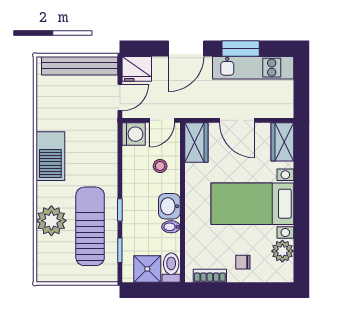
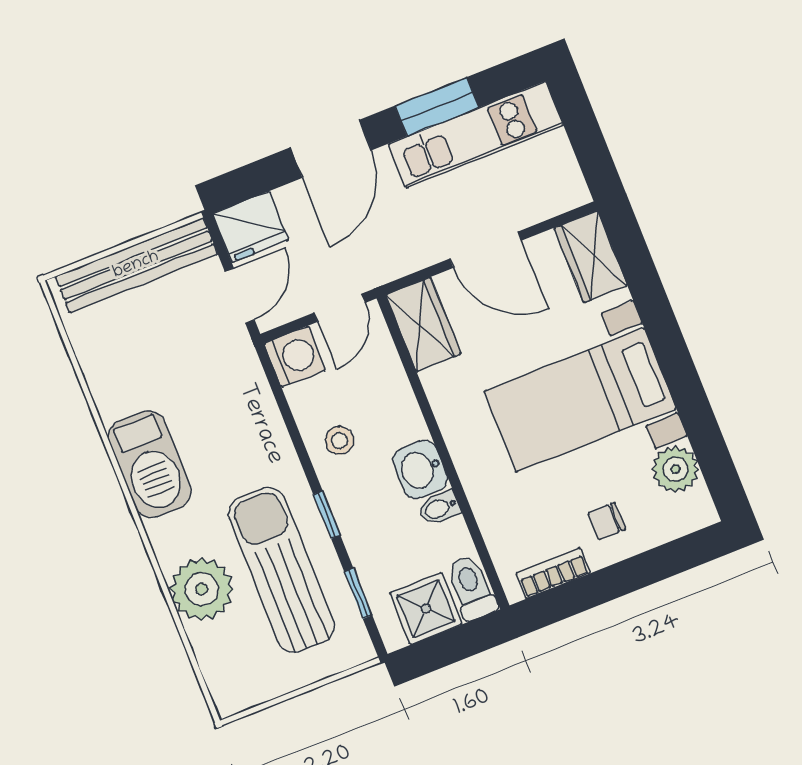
stool: (160, 166) -> (339, 441), moved

